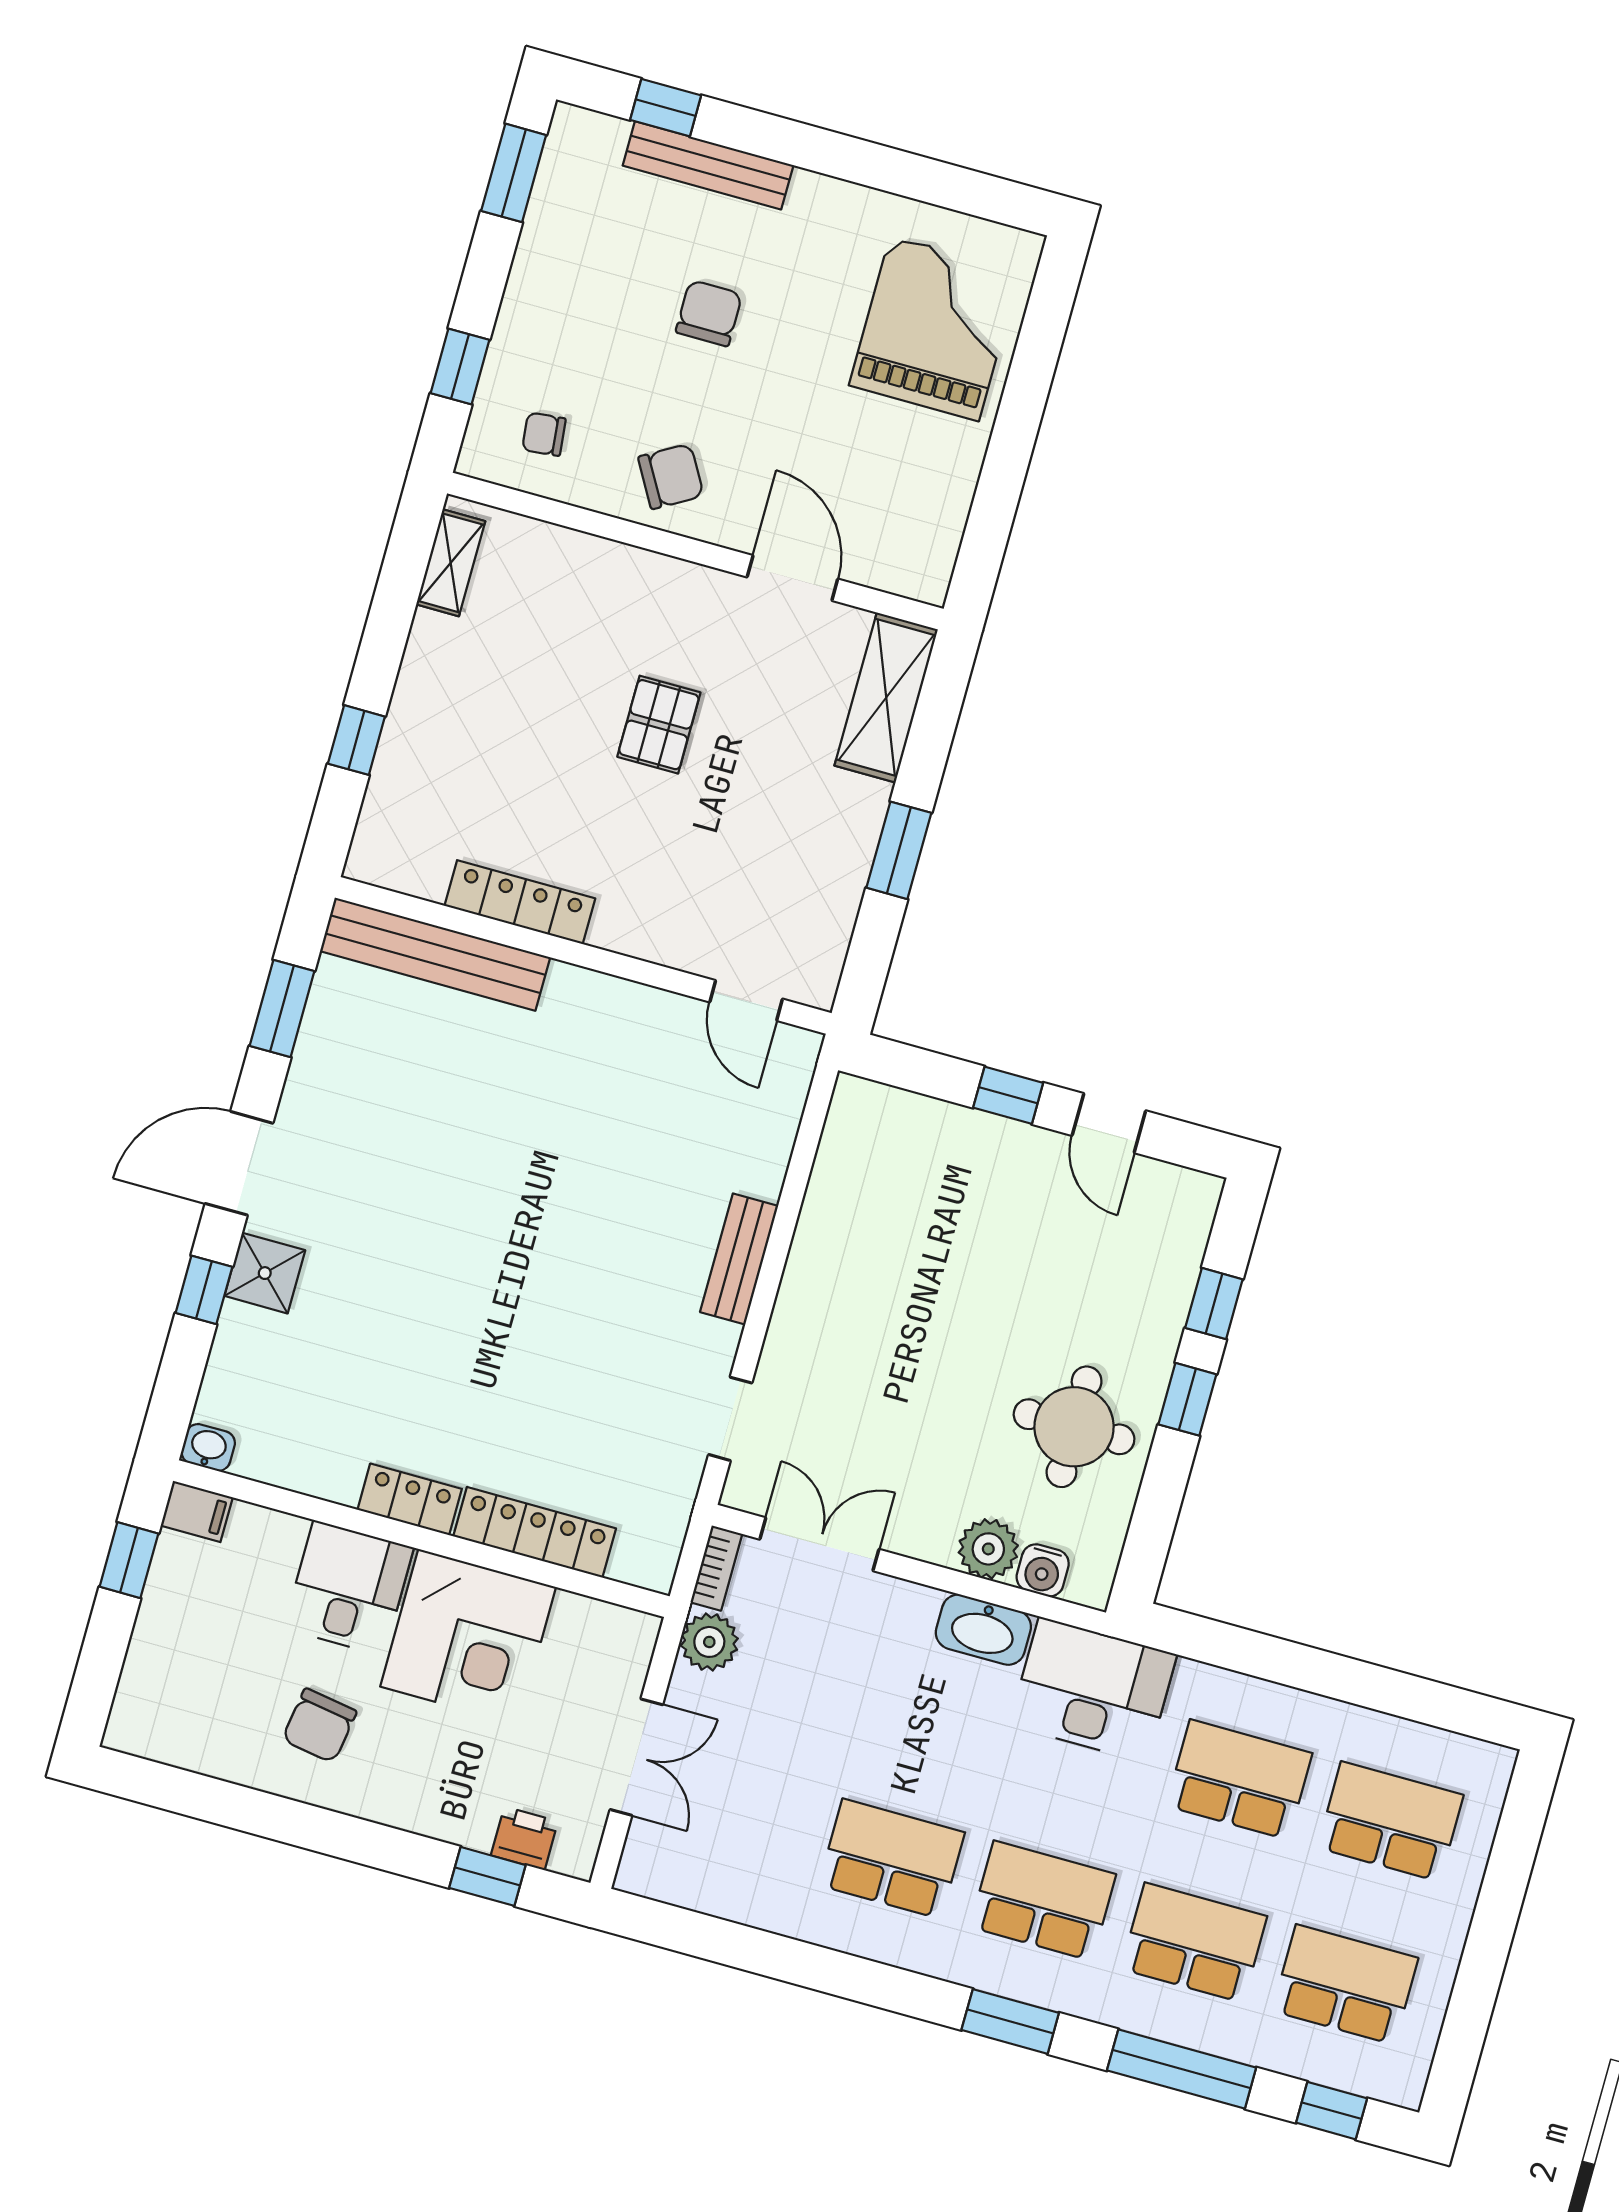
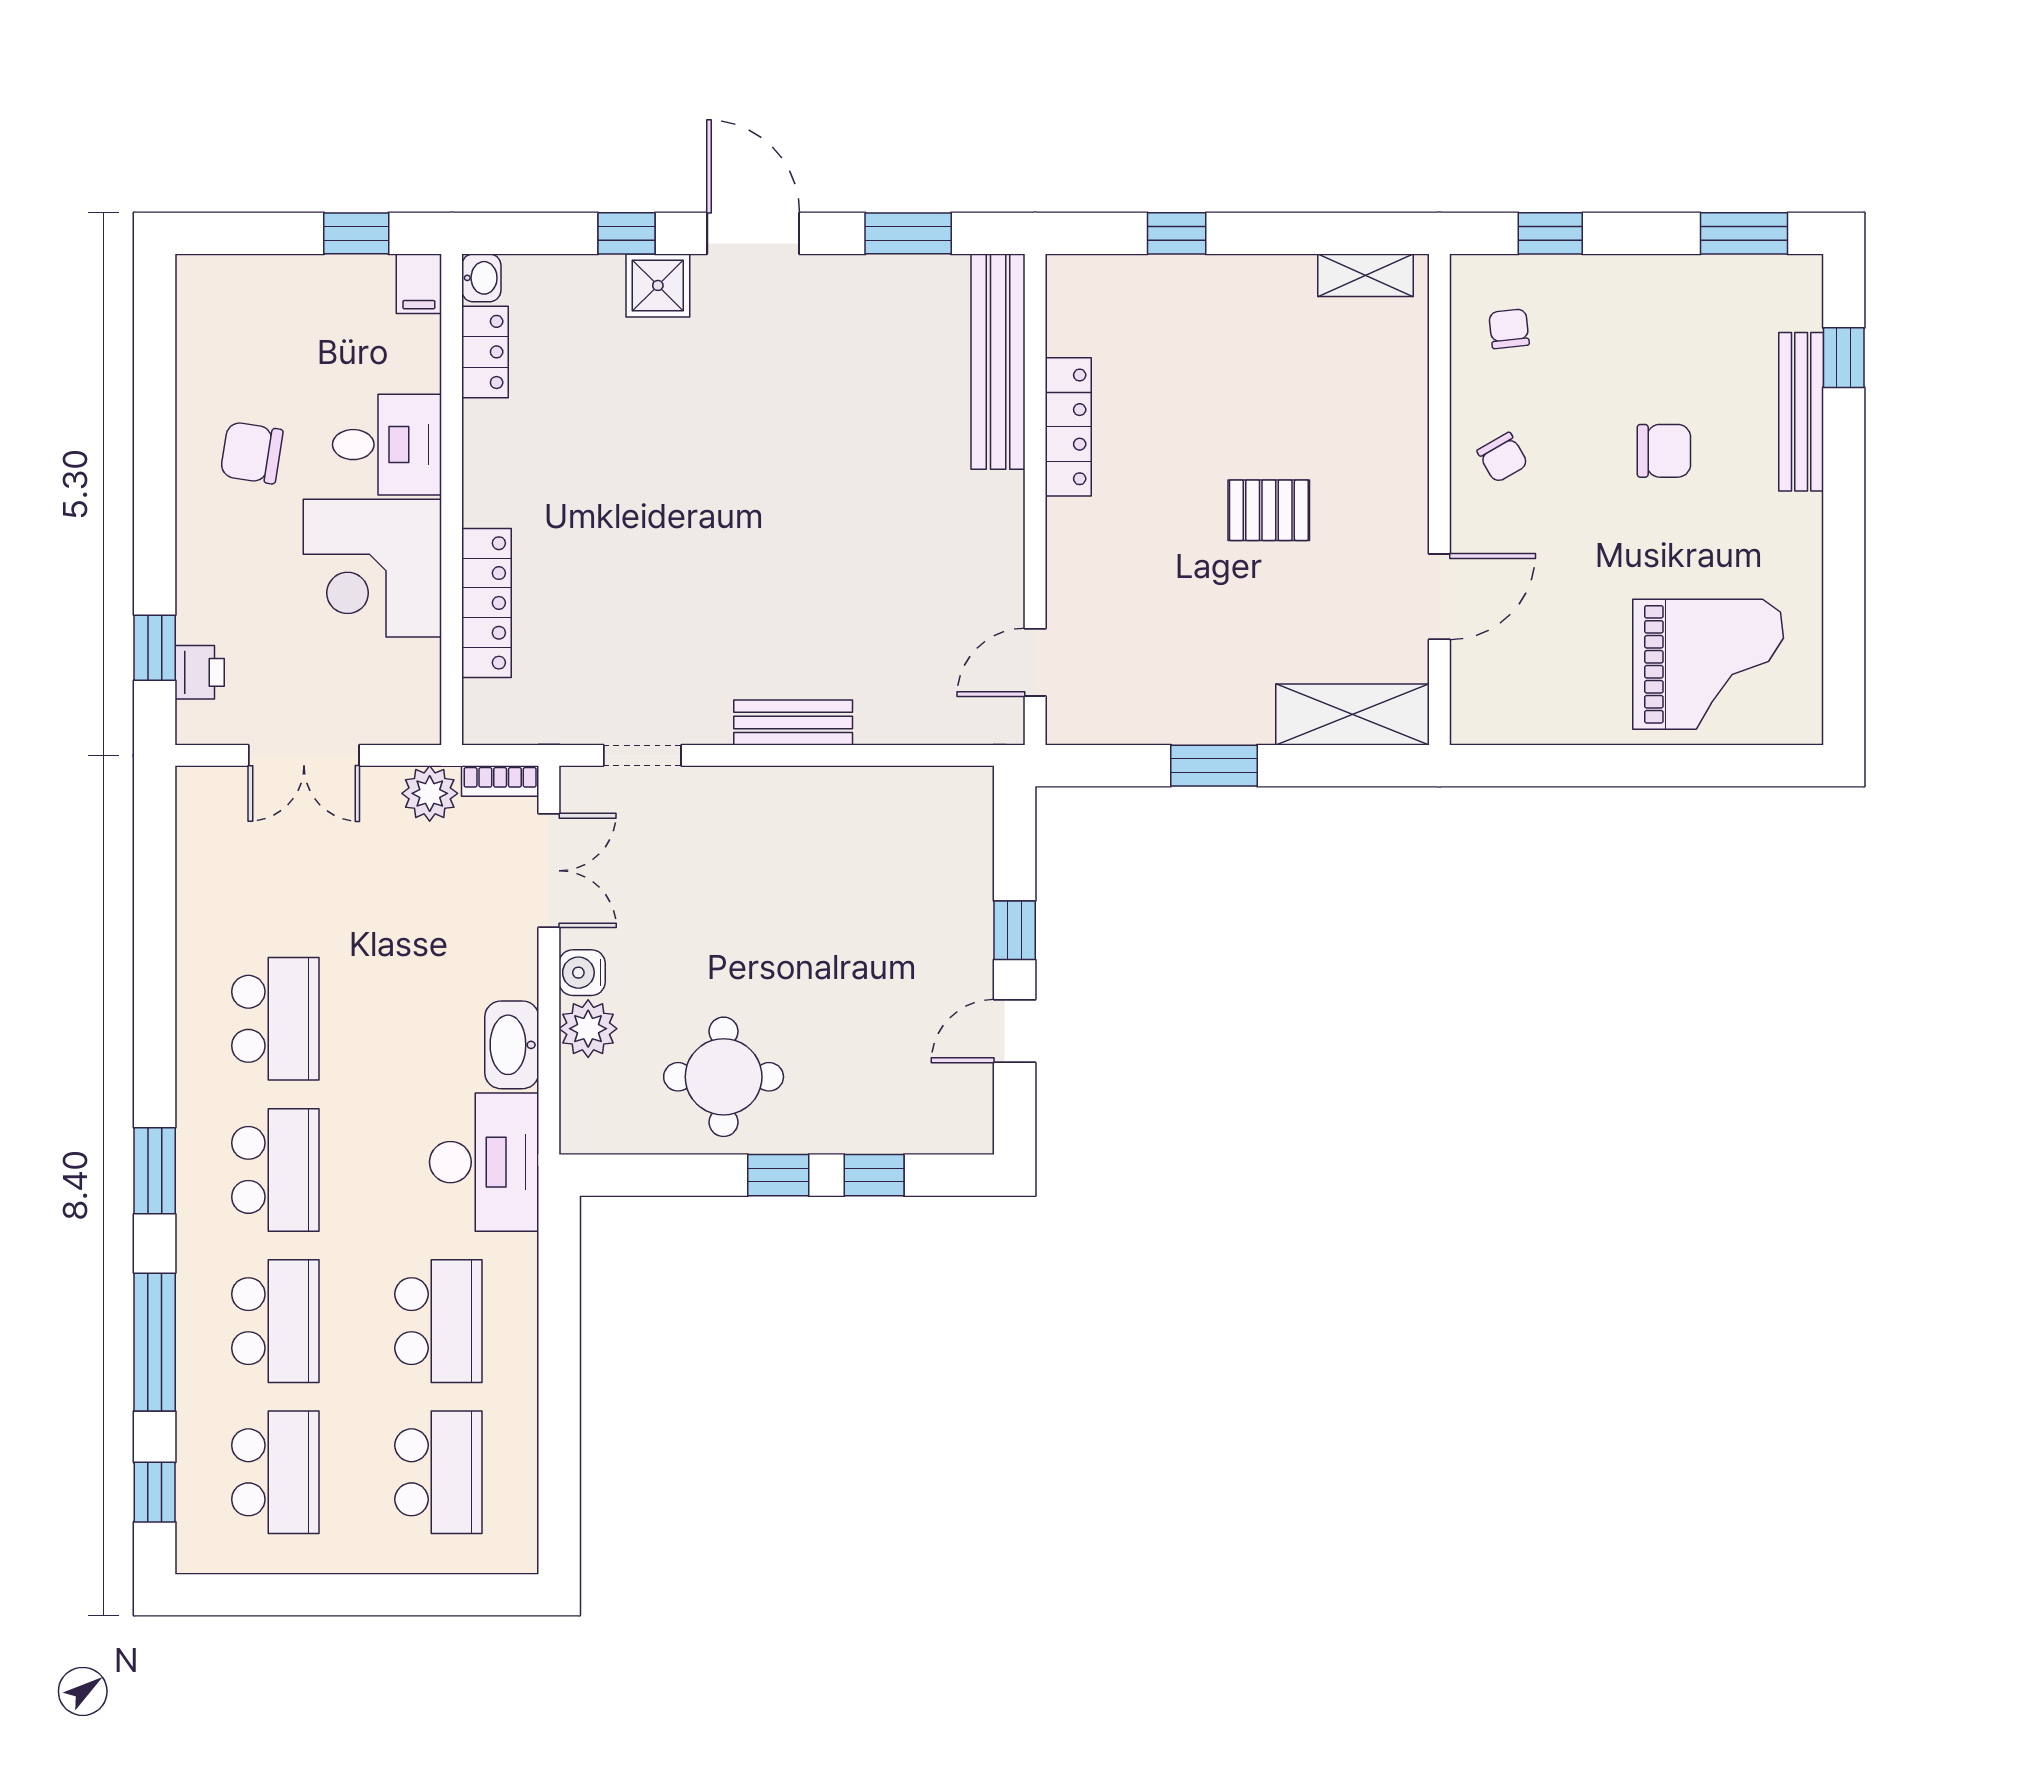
chair: (671, 476) -> (1503, 458), width x0.73, depth x0.73
locker: (410, 1499) -> (485, 352), moved
water cooler: (1043, 1570) -> (582, 973), moved

